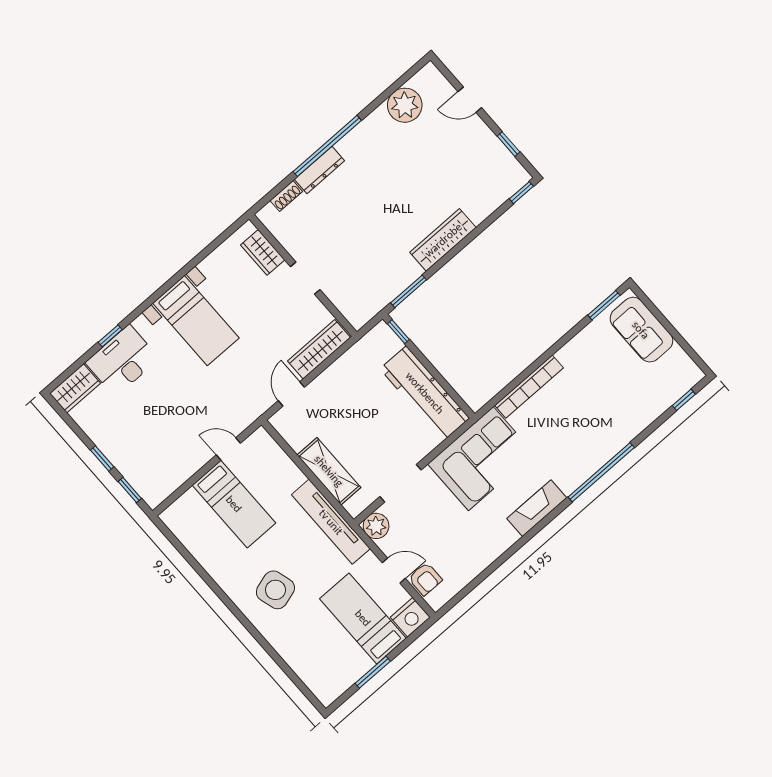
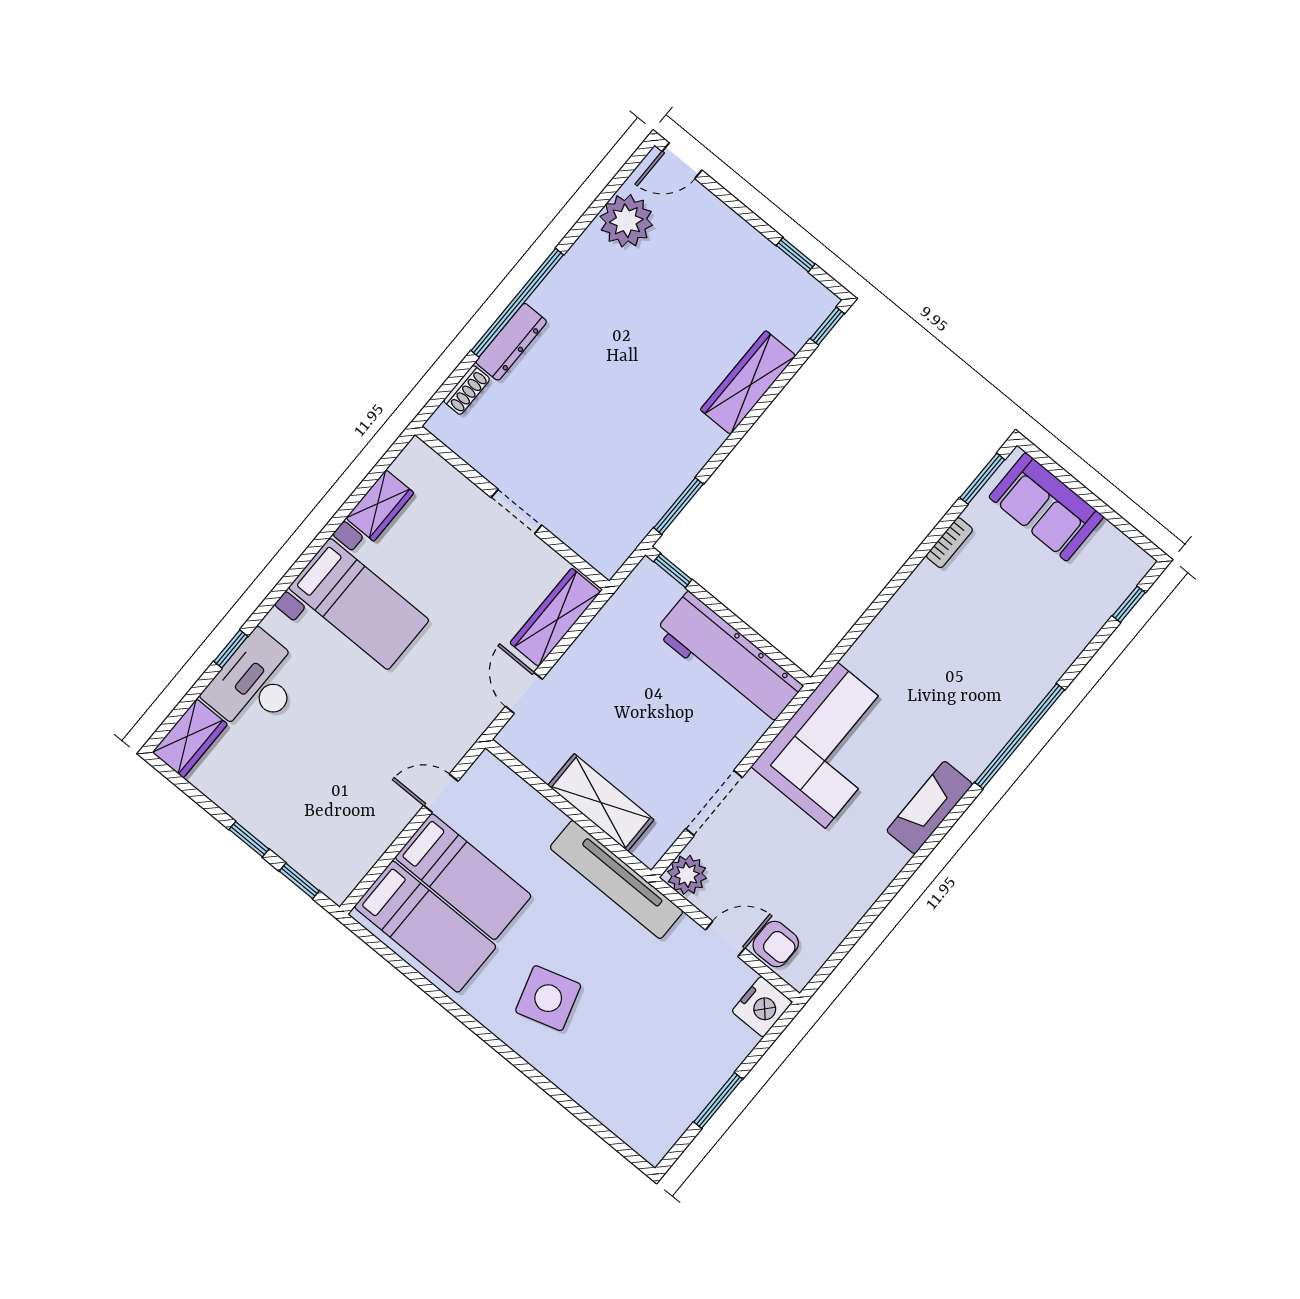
door: (470, 100) -> (682, 161), moved
wardrobe: (443, 240) -> (748, 383), moved
wardrobe: (263, 252) -> (380, 505), moved, turned -90
bookcase: (529, 387) -> (949, 543), moved, width x0.43, depth x0.76
bed: (363, 618) -> (425, 927), moved, turned 180

